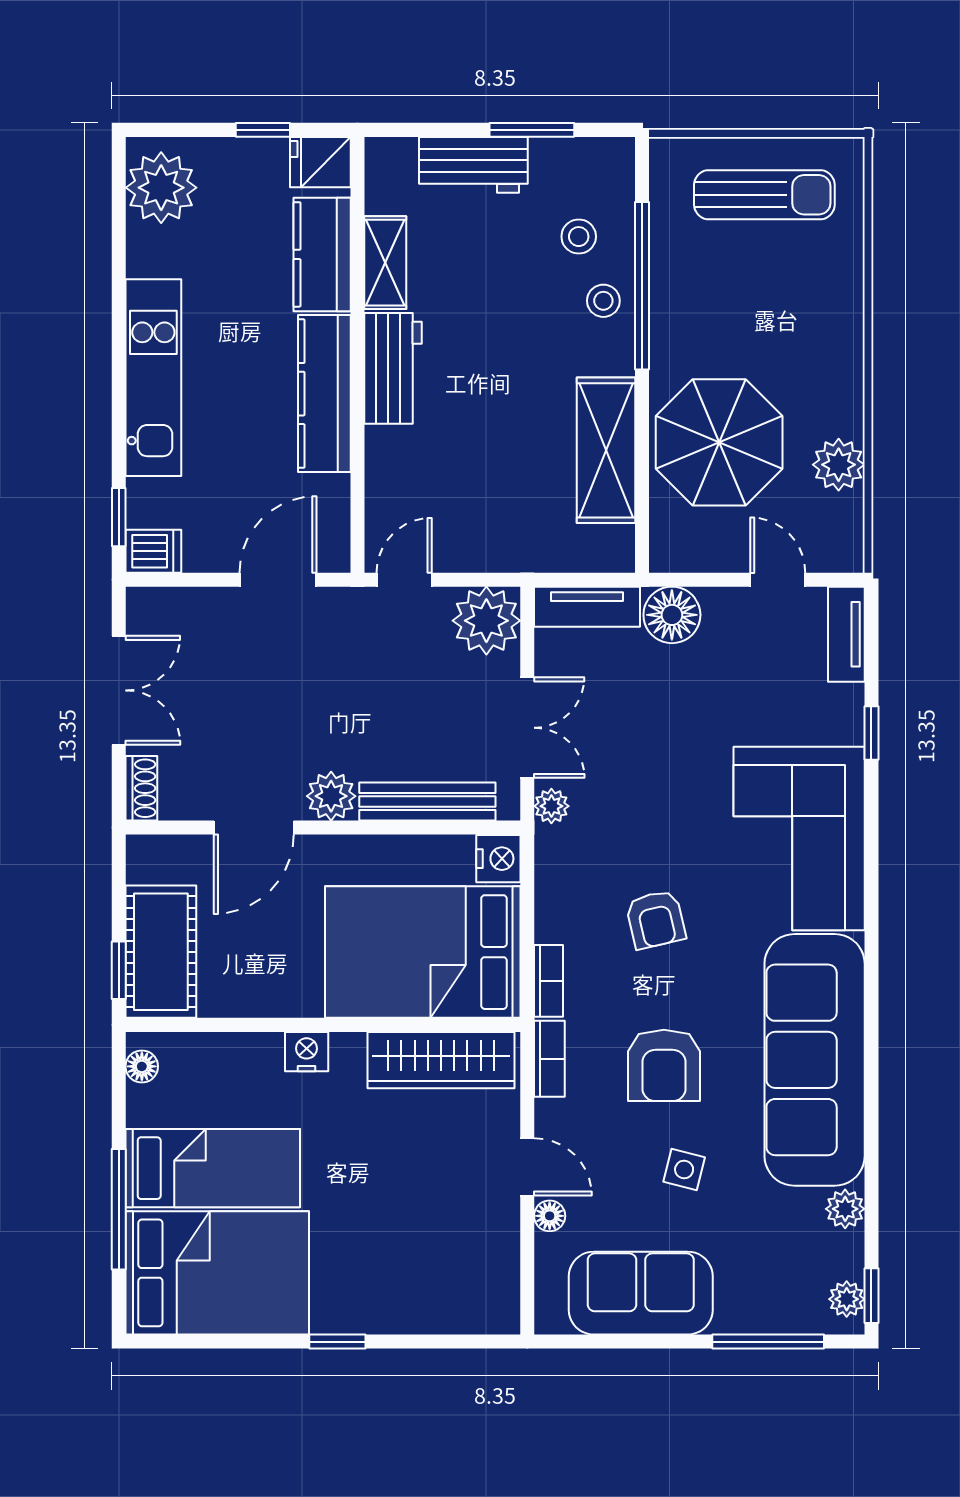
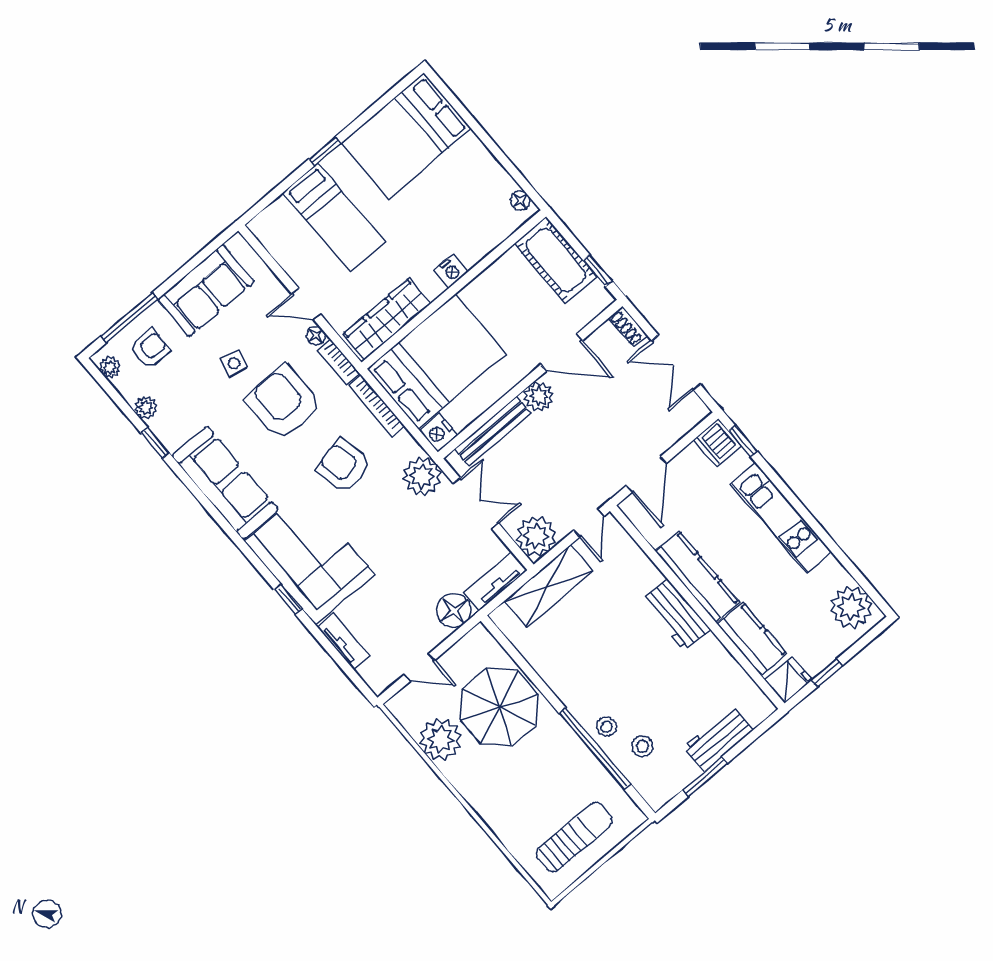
sun lounger: (764, 195) -> (574, 837), turned 180
shelving: (385, 263) -> (720, 660), removed
shelving: (606, 450) -> (548, 586), moved, turned 90
plant: (839, 465) -> (441, 740), width x1.36, depth x1.36
dishwasher: (153, 551) -> (717, 443), width x1.38
tv unit: (846, 634) -> (344, 641), moved
double door: (527, 728) -> (476, 503), swing flipped
window: (871, 733) -> (288, 599), moved
plant: (551, 806) -> (422, 476), width x1.88, depth x1.88
door: (254, 828) -> (562, 352), swing flipped
armchair: (656, 919) -> (344, 466), width x1.38, depth x1.38
window: (119, 970) -> (598, 271), moved
bookcase: (549, 981) -> (376, 406), width x1.56
sofa: (815, 1060) -> (225, 483), width x0.74, depth x0.79
armchair: (664, 1065) -> (283, 403), width x1.36, depth x1.36
bed: (213, 1168) -> (334, 217), moved, turned -90
window: (119, 1209) -> (475, 127), removed
floor lamp: (550, 1216) -> (316, 336), moved
armchair: (776, 1280) -> (150, 349), added
window: (871, 1296) -> (155, 443), moved

